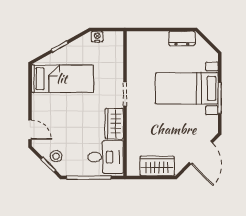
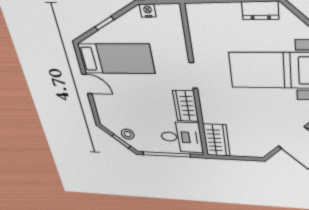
door: (30, 130) -> (87, 84), moved
wardrobe: (157, 166) -> (216, 140), moved, turned 90

